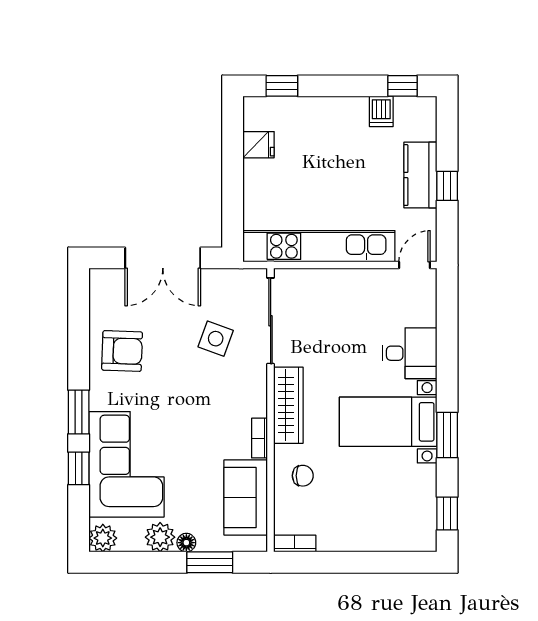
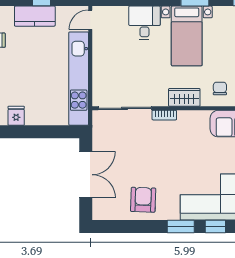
door: (415, 265) -> (90, 20), hinge flipped
side table: (216, 339) -> (136, 142), removed
wardrobe: (288, 405) -> (184, 97), width x0.67
bookcase: (260, 438) -> (164, 115), moved

